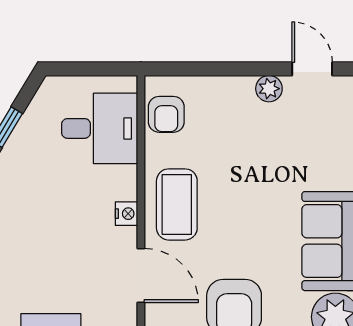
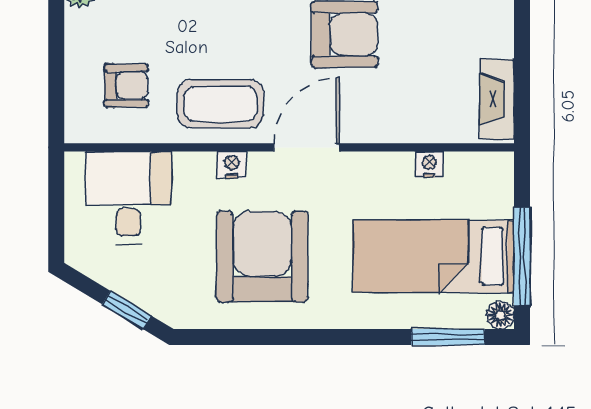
armchair: (166, 114) -> (126, 86), moved
armchair: (51, 239) -> (262, 257), added

